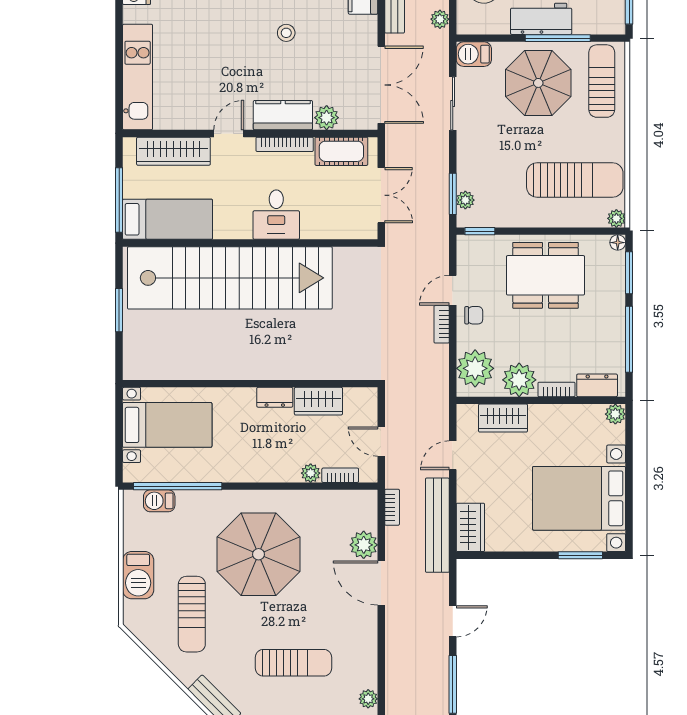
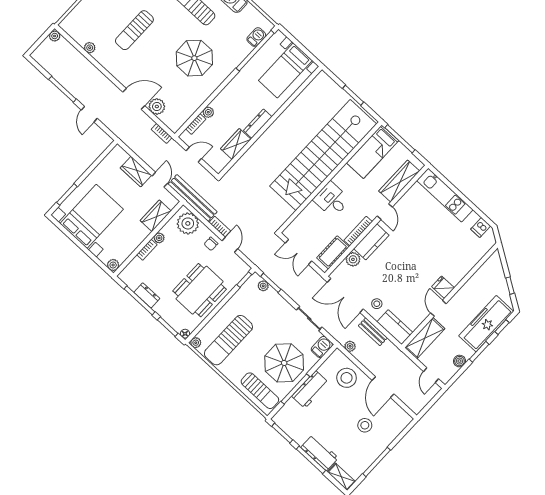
stool: (286, 33) -> (377, 304), moved
plant: (519, 380) -> (159, 238), width x0.53, depth x0.53
dresser: (597, 385) -> (147, 295), moved, turned -90
dresser: (275, 397) -> (258, 124), width x1.44
bench: (437, 525) -> (193, 198), moved
wardrobe: (470, 527) -> (136, 172), moved
parasol: (259, 554) -> (194, 58), width x0.73, depth x0.73

